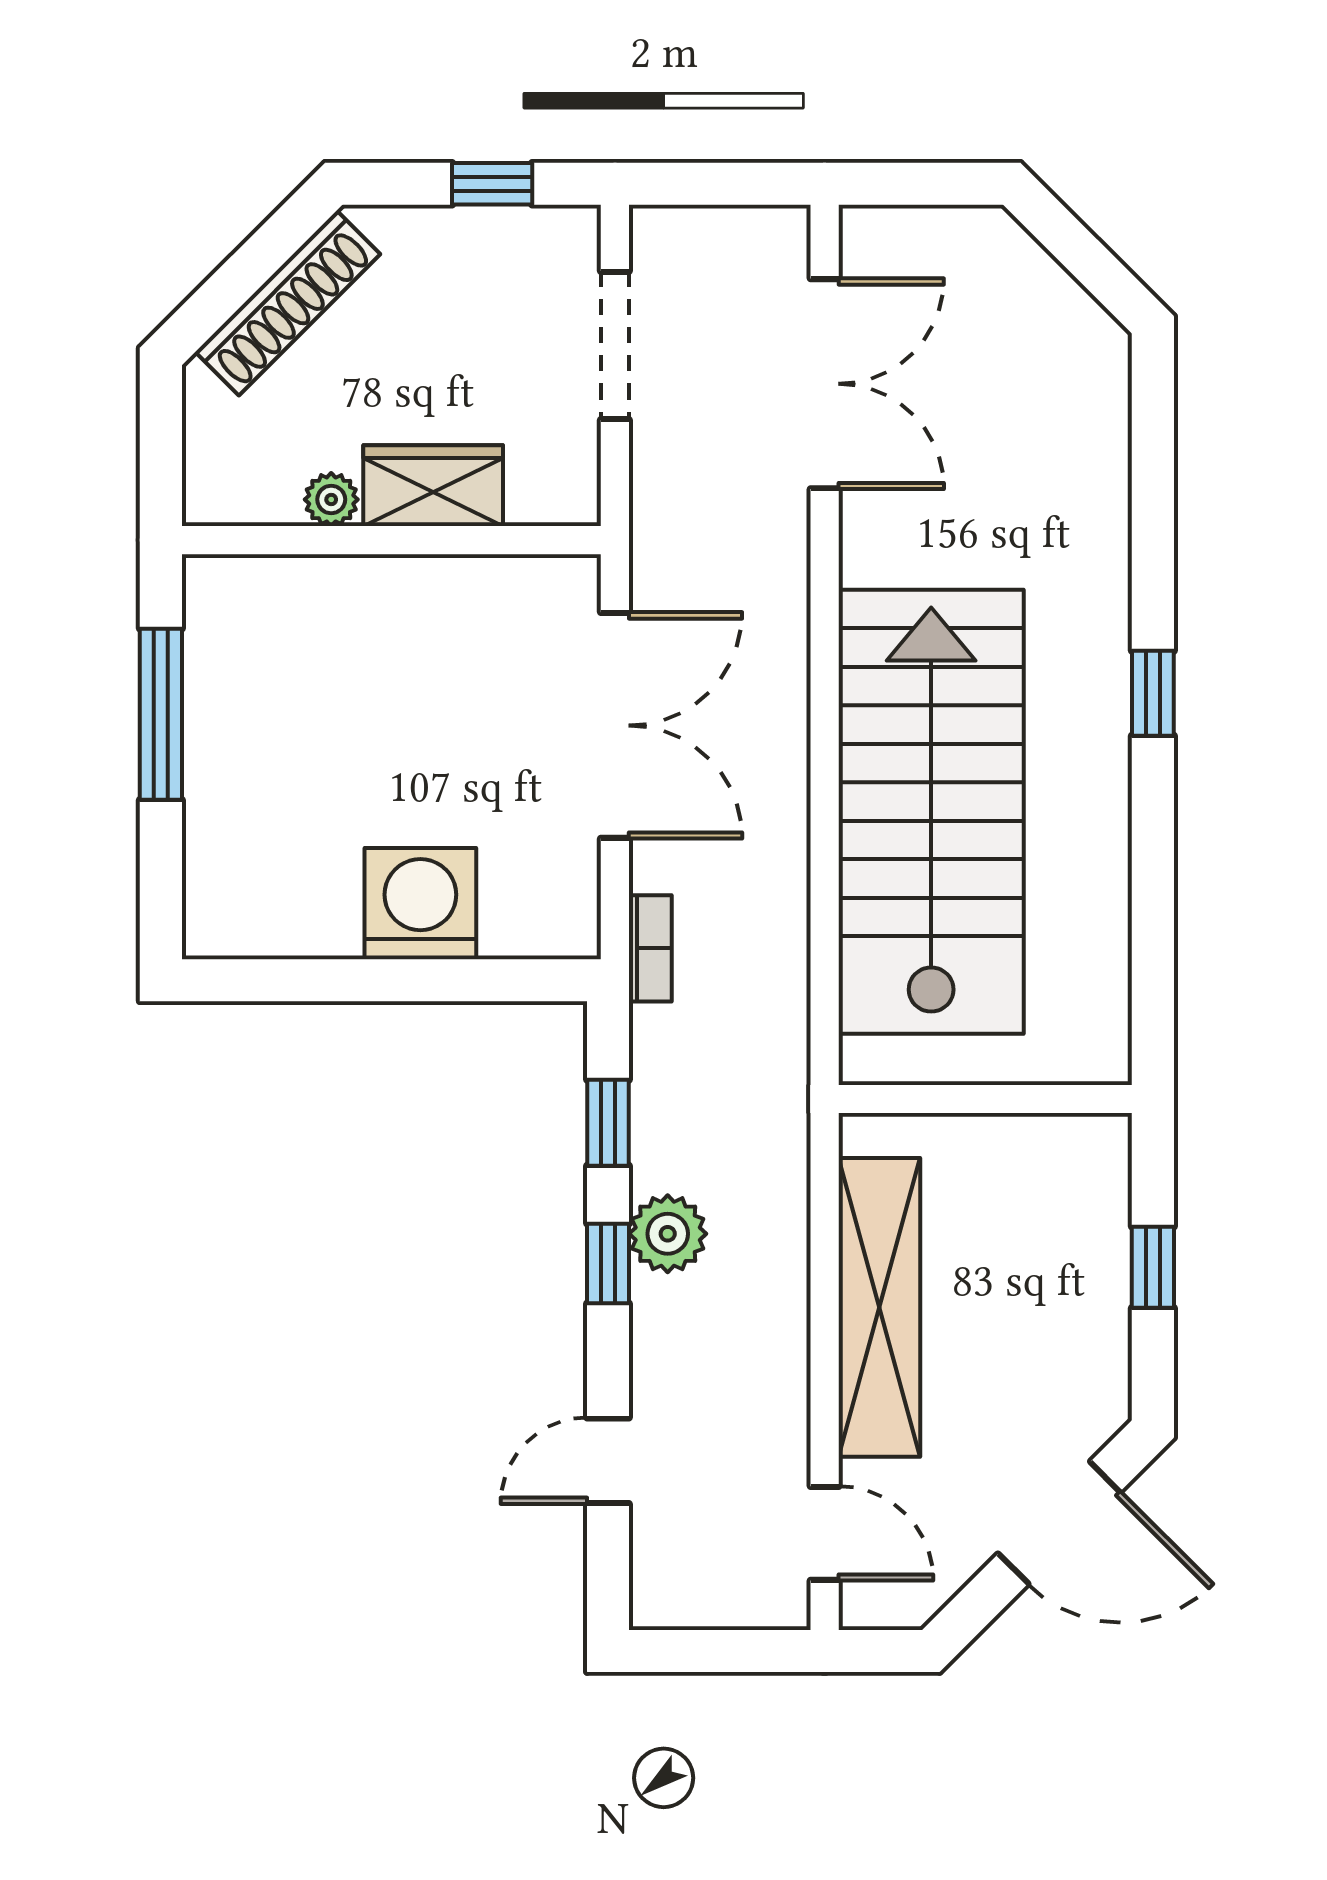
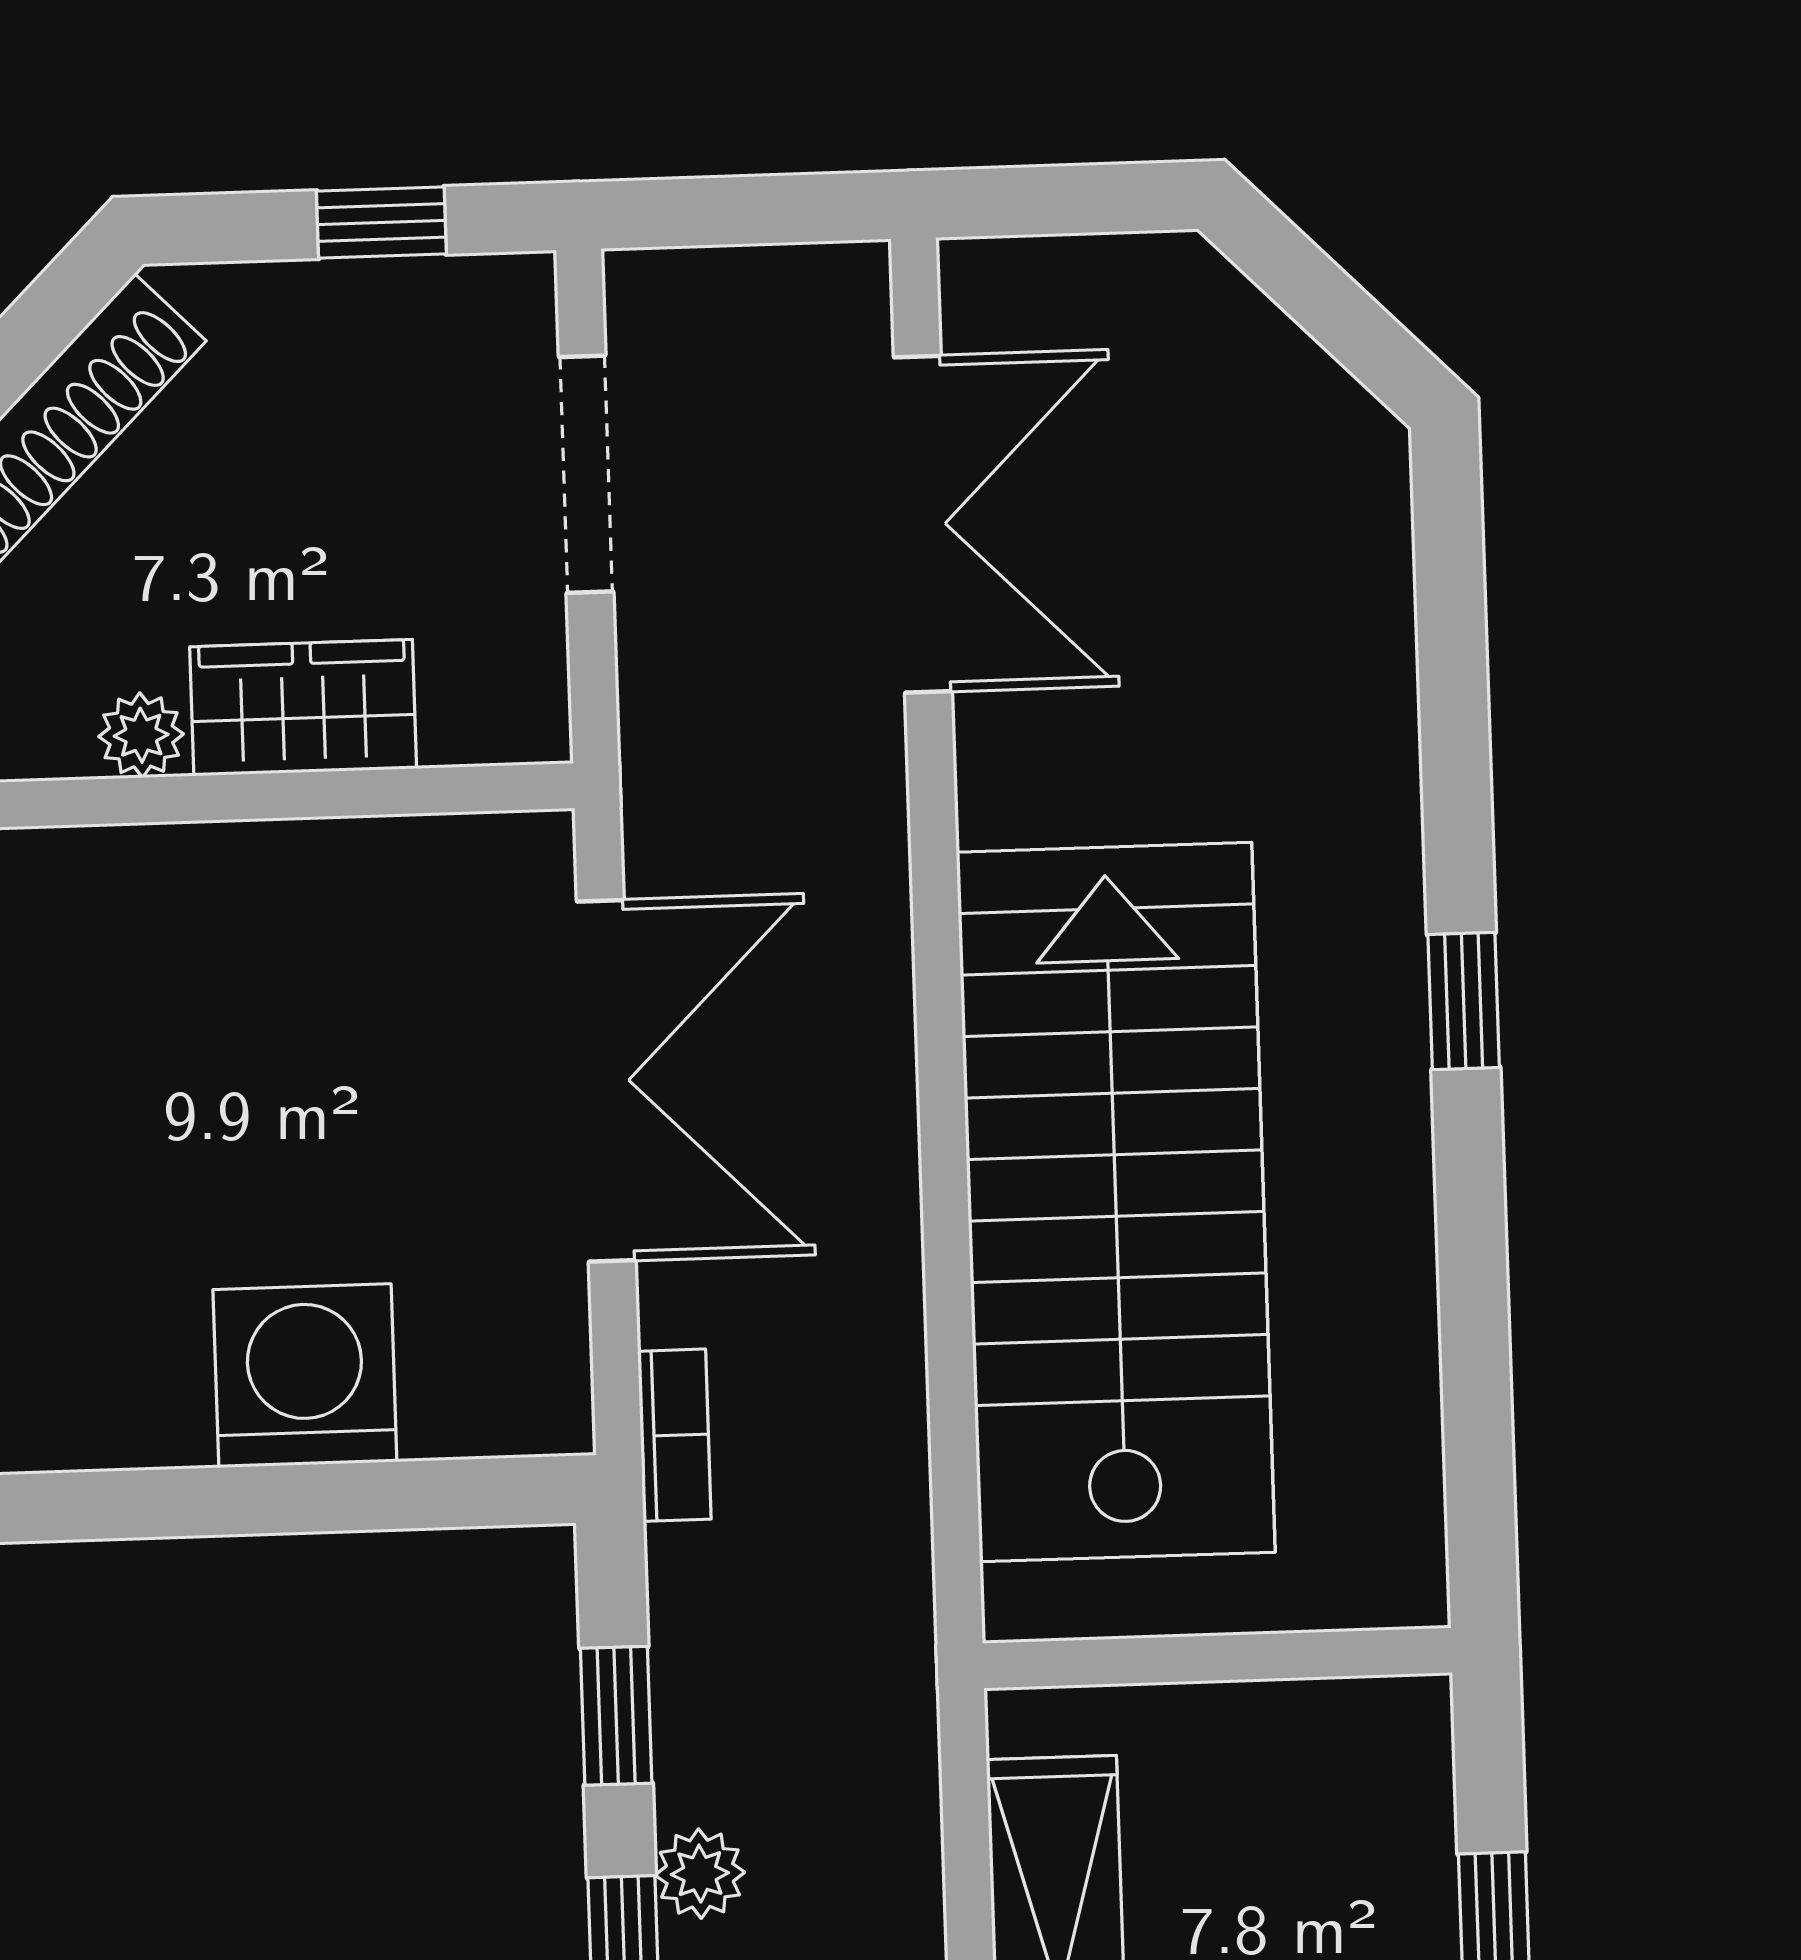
plant: (668, 1234) -> (700, 1874), width x0.73, depth x0.73

